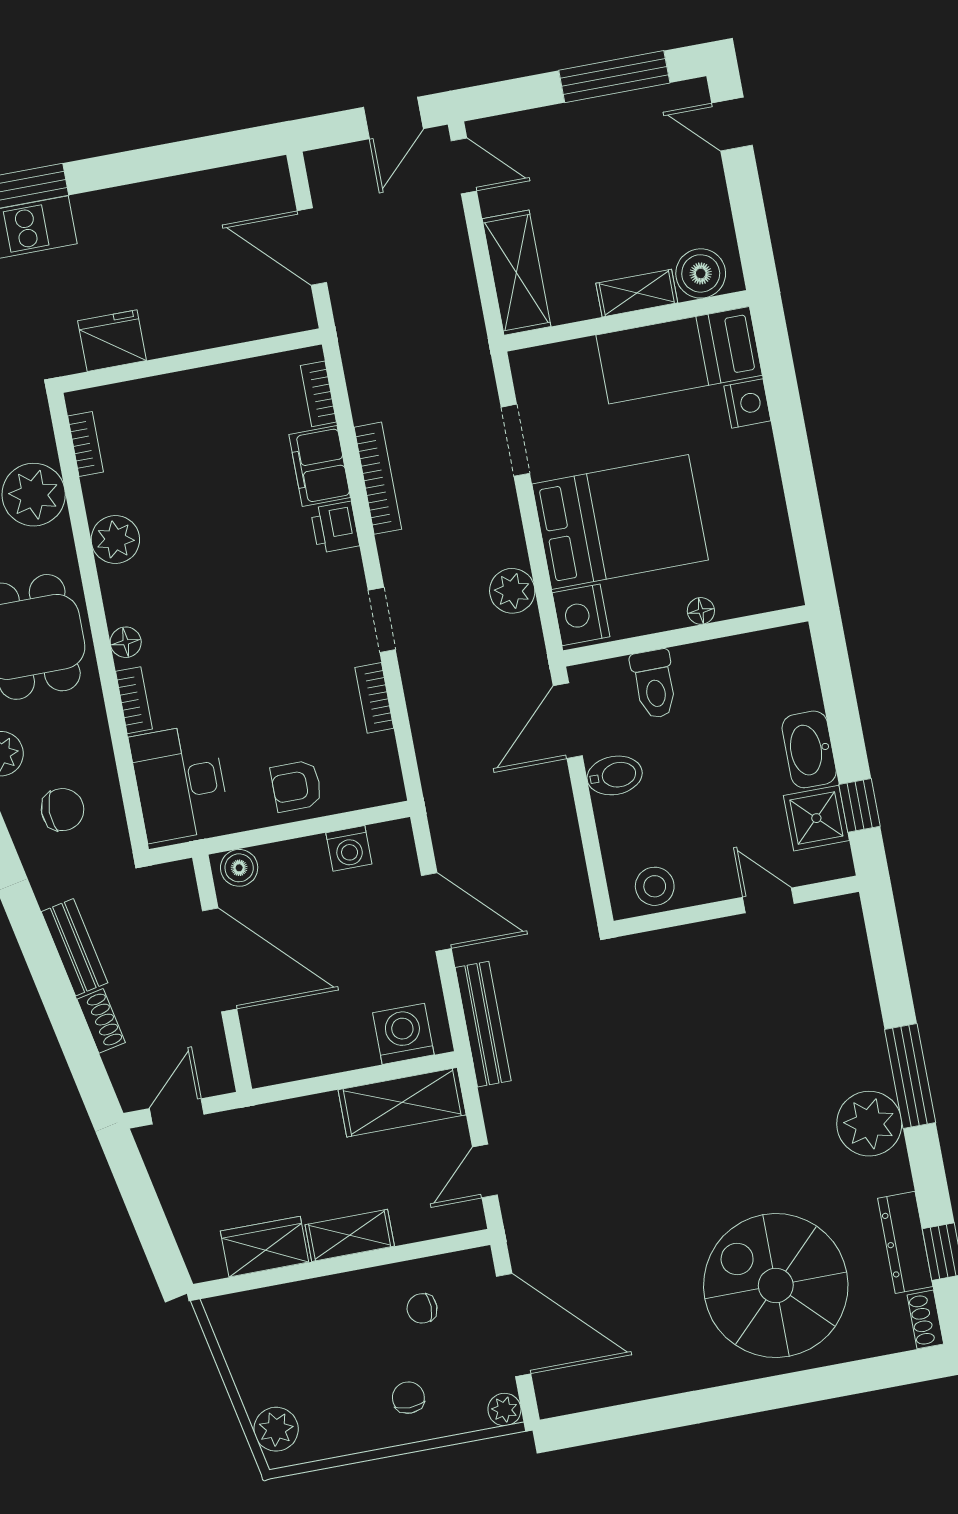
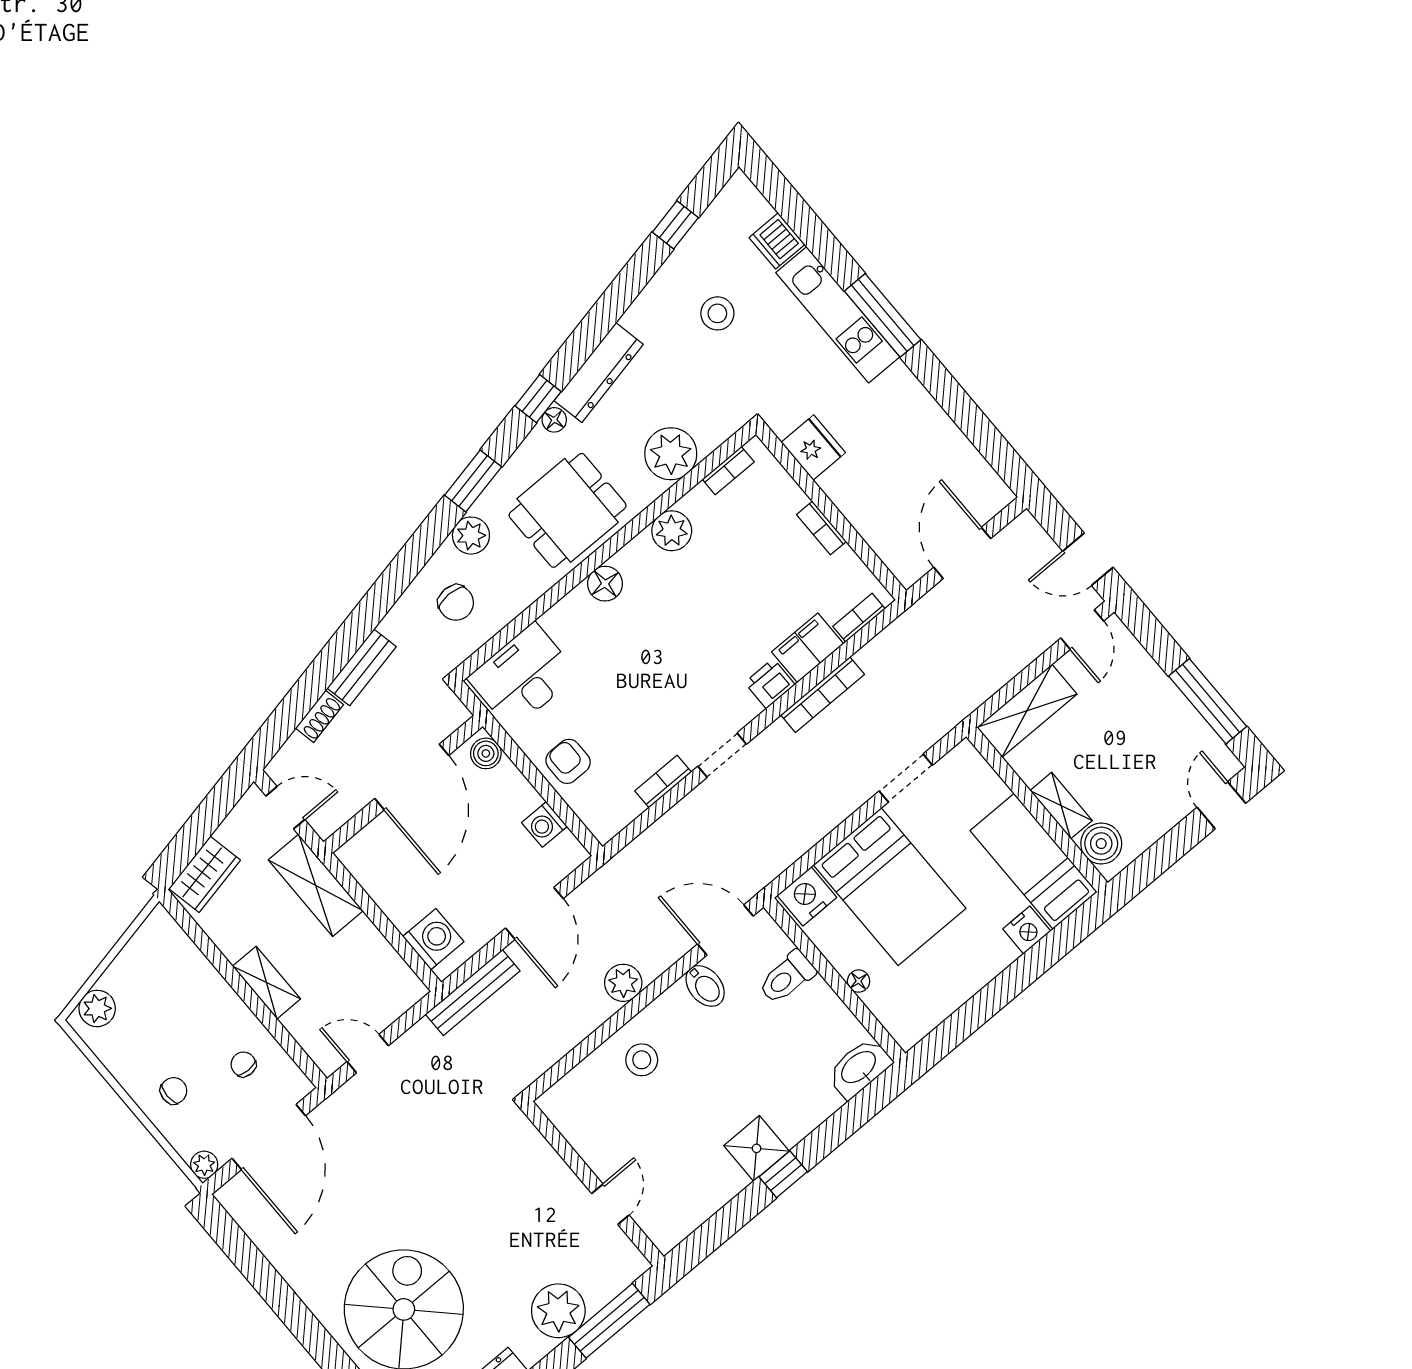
plant: (512, 591) -> (623, 983), moved
floor lamp: (126, 642) -> (605, 584), width x1.37, depth x1.37
bookcase: (134, 700) -> (822, 528), moved, turned 90
washbasin: (809, 749) -> (859, 1068), moved
door: (768, 900) -> (610, 1204), moved
wall: (736, 906) -> (593, 1184), moved
shelving: (402, 1102) -> (316, 885), moved
wardrobe: (265, 1247) -> (205, 874), moved, turned 78

